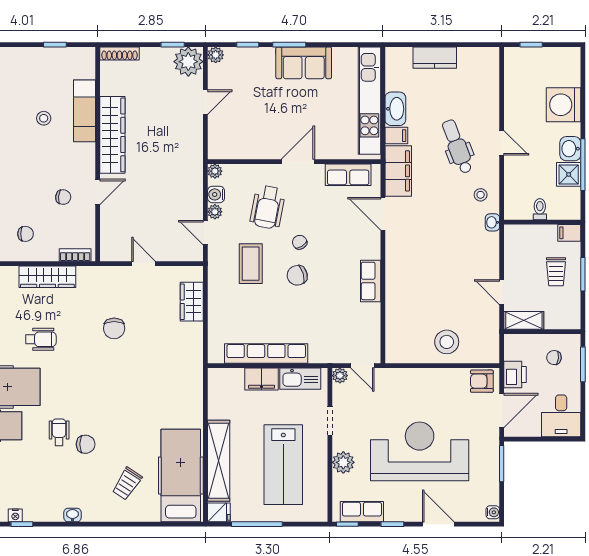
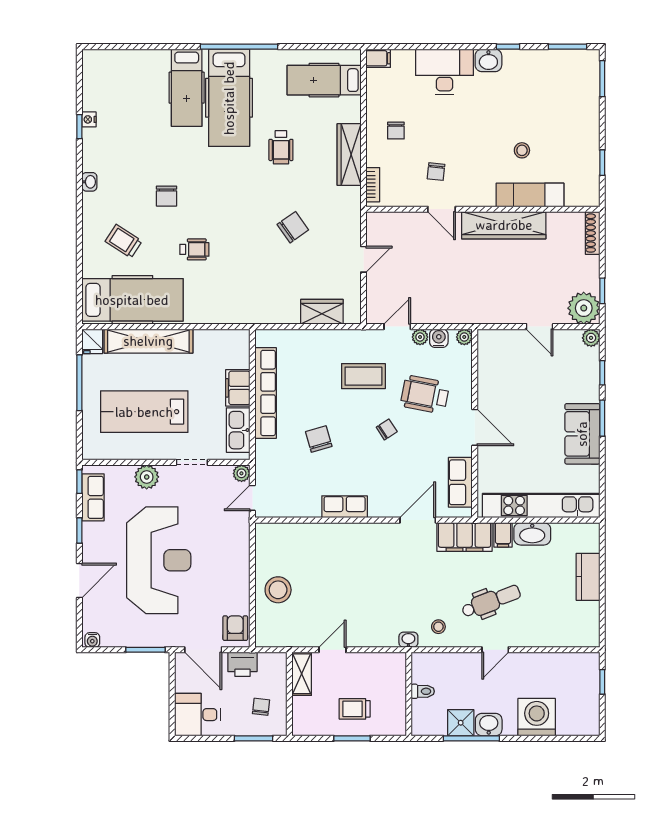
filing cabinet: (569, 233) -> (397, 723), removed
chair: (297, 275) -> (319, 439), moved
chair: (114, 328) -> (293, 227), turned 145
wheelchair: (59, 432) -> (194, 249), moved

